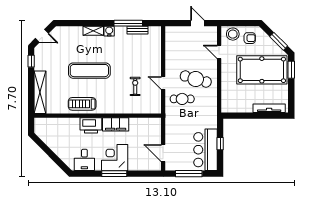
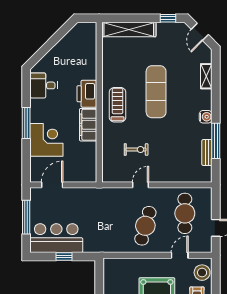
shelving: (93, 31) -> (206, 76), moved
cafe table: (182, 99) -> (185, 213), moved, width x1.37, depth x1.35
treadmill: (82, 104) -> (118, 105), moved
corner desk: (115, 157) -> (46, 140), moved

